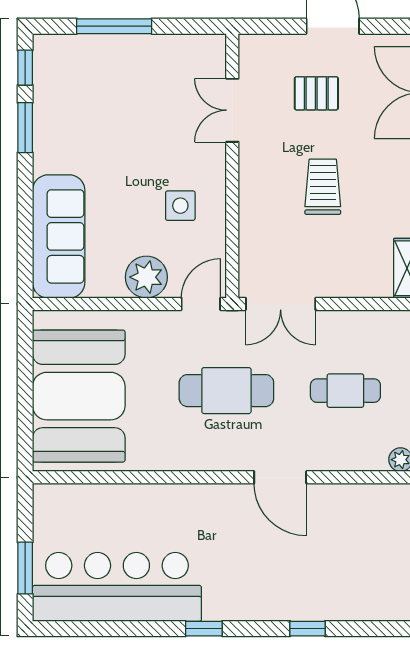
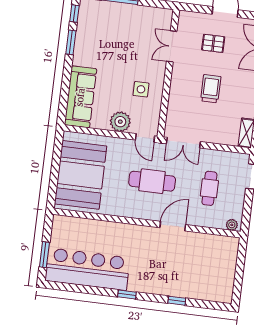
door: (201, 304) -> (145, 138), swing flipped
cafe table: (345, 391) -> (209, 188), turned 90
door: (280, 477) -> (173, 226), swing flipped

